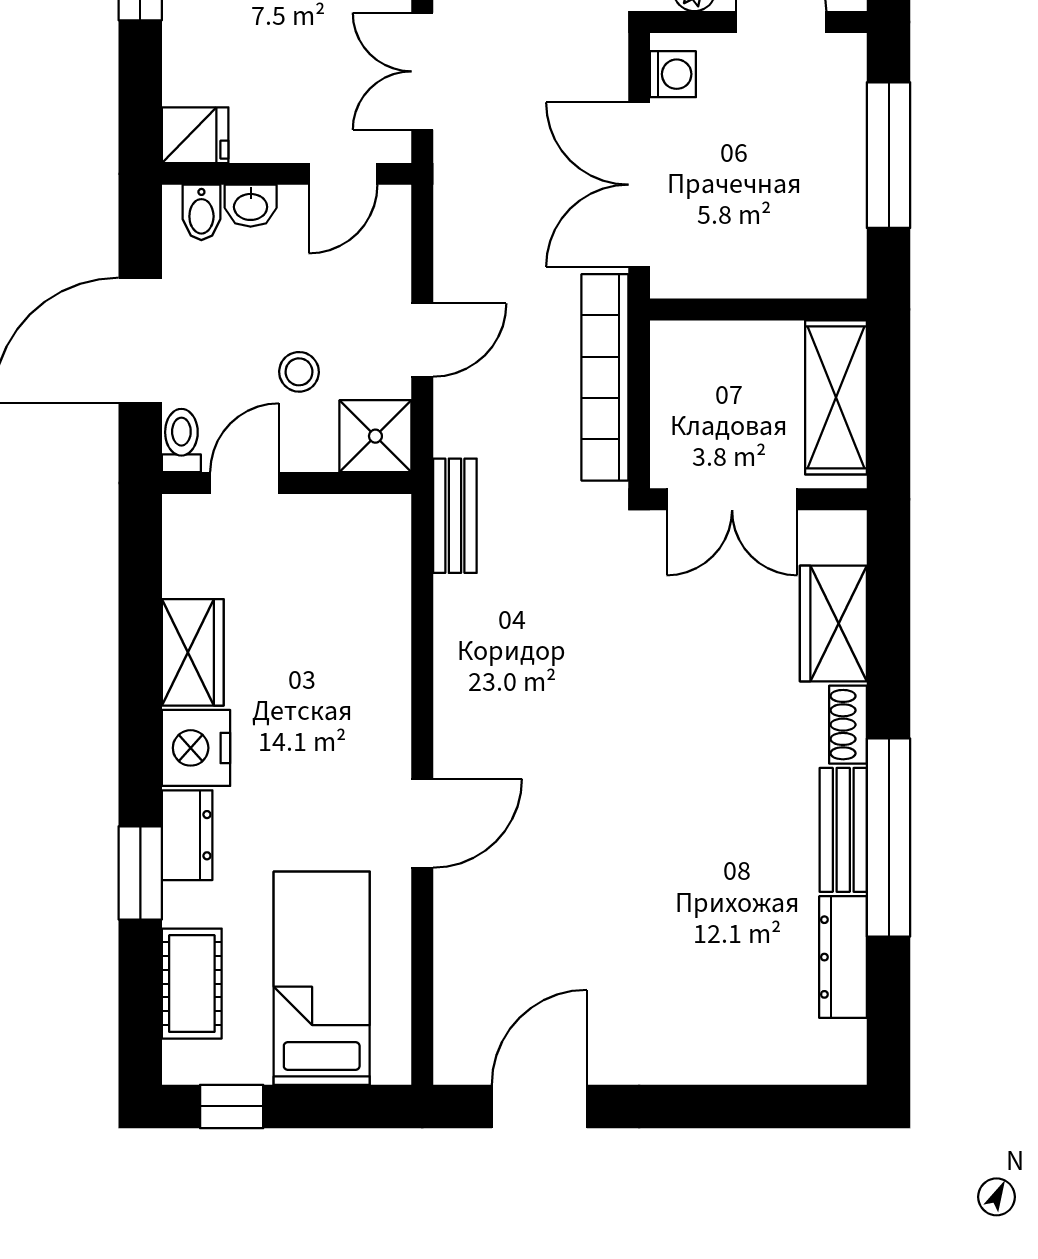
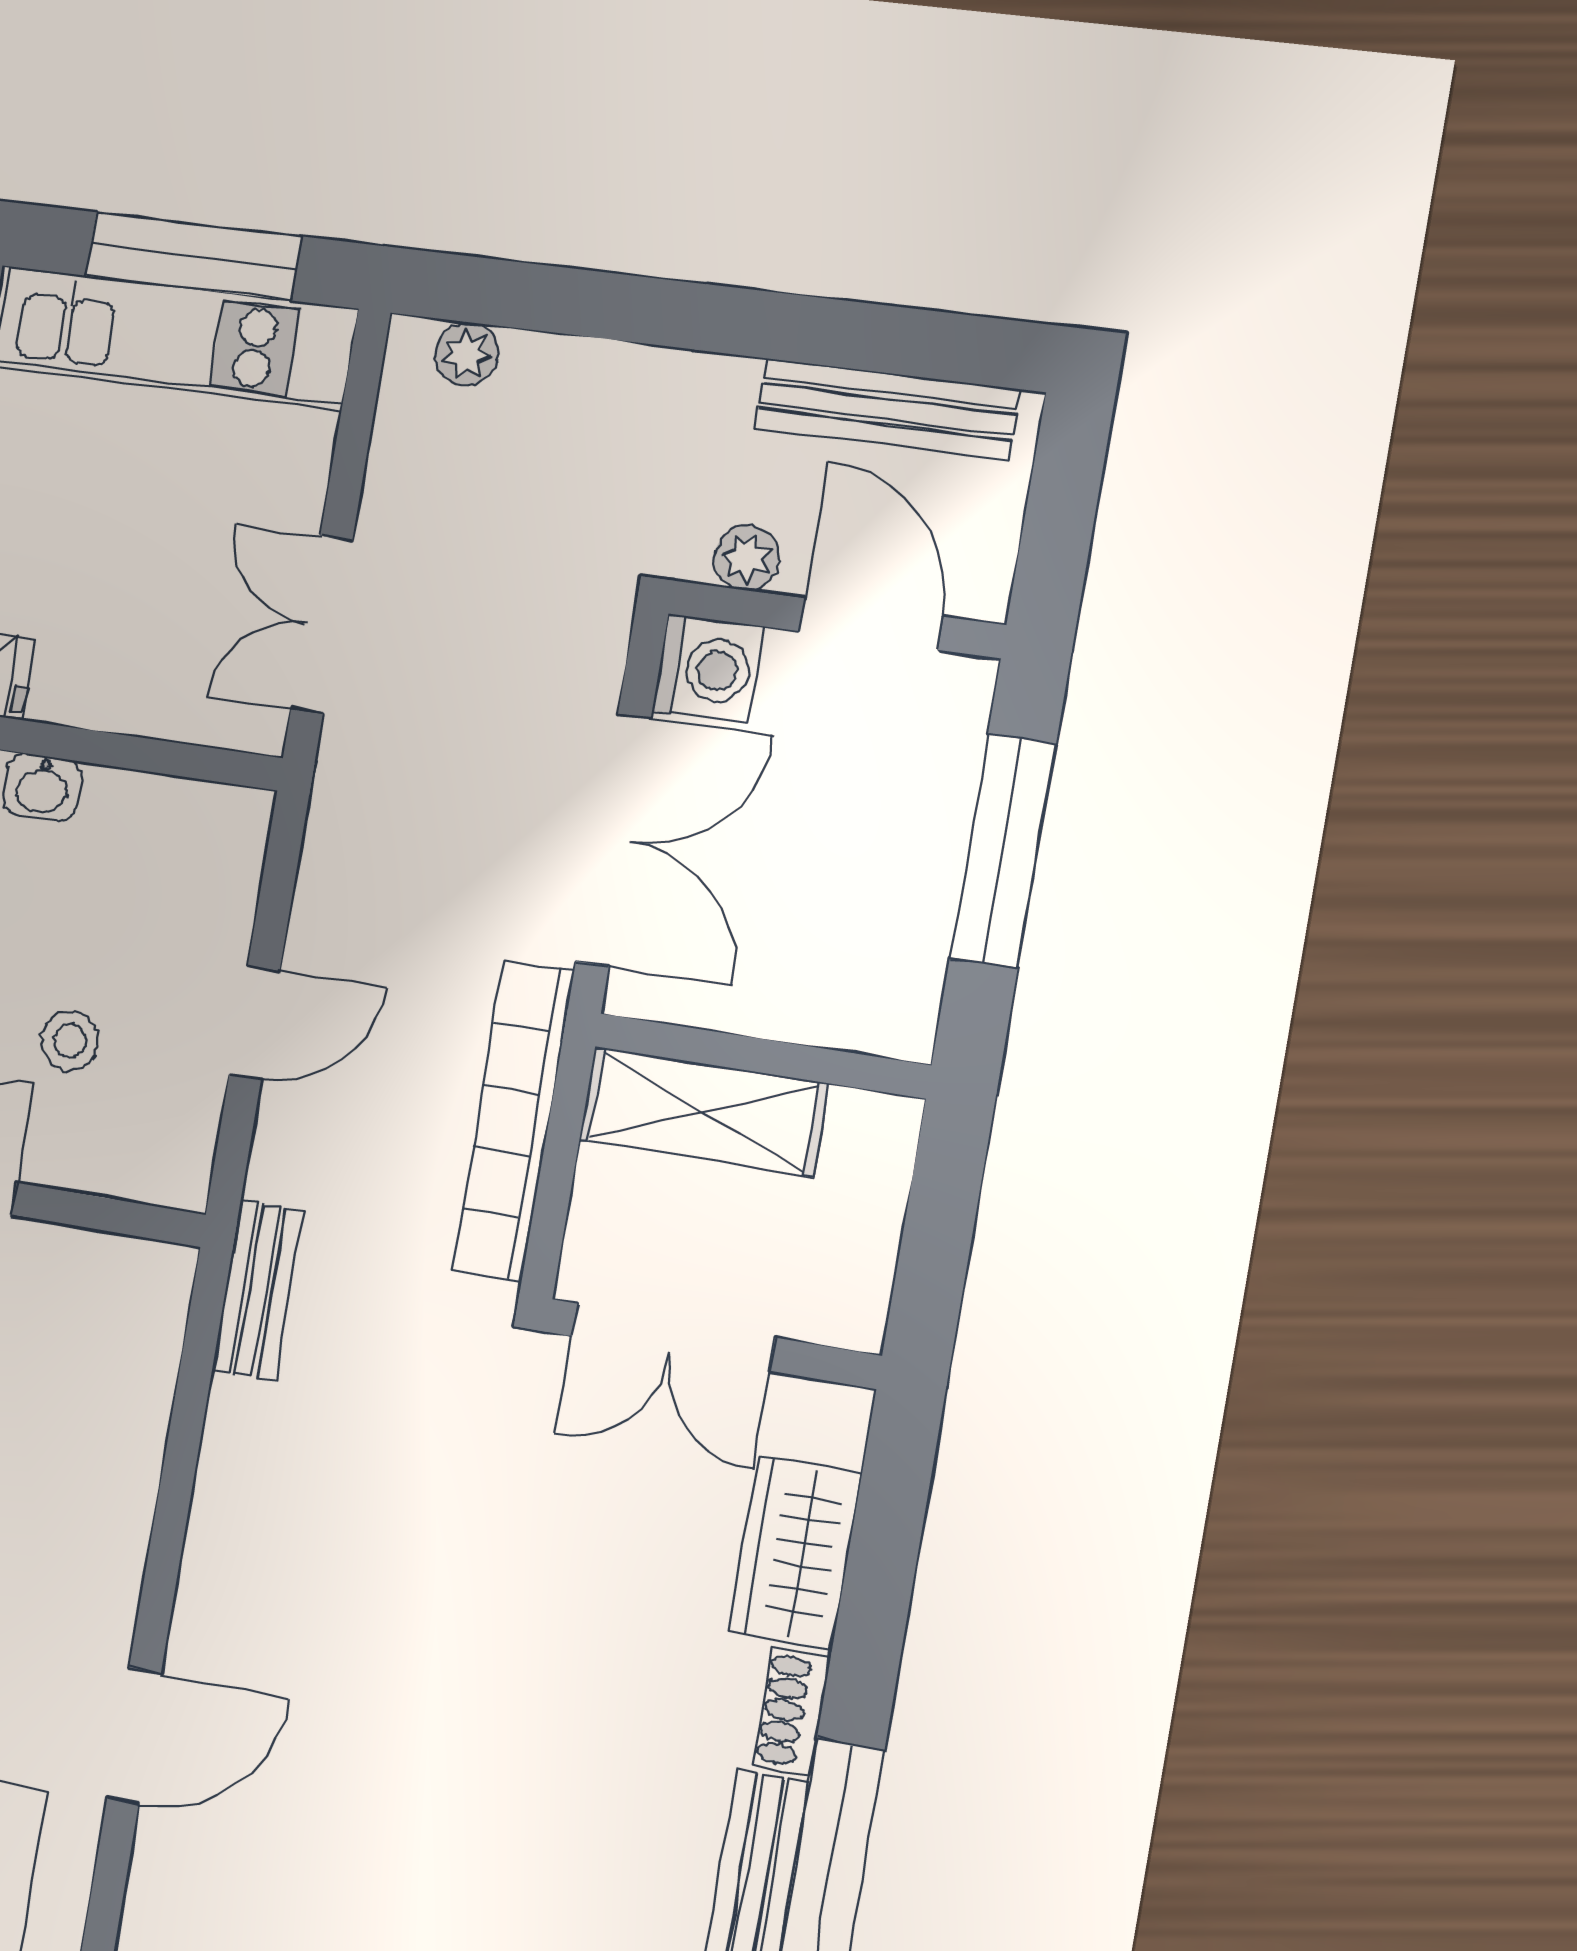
washing machine: (673, 74) -> (708, 669), width x1.38, depth x1.38
door: (343, 174) -> (182, 760), removed
double door: (639, 185) -> (613, 840), swing flipped
shelving: (836, 397) -> (703, 1111), moved, turned 90
shower: (375, 436) -> (163, 1153), removed

